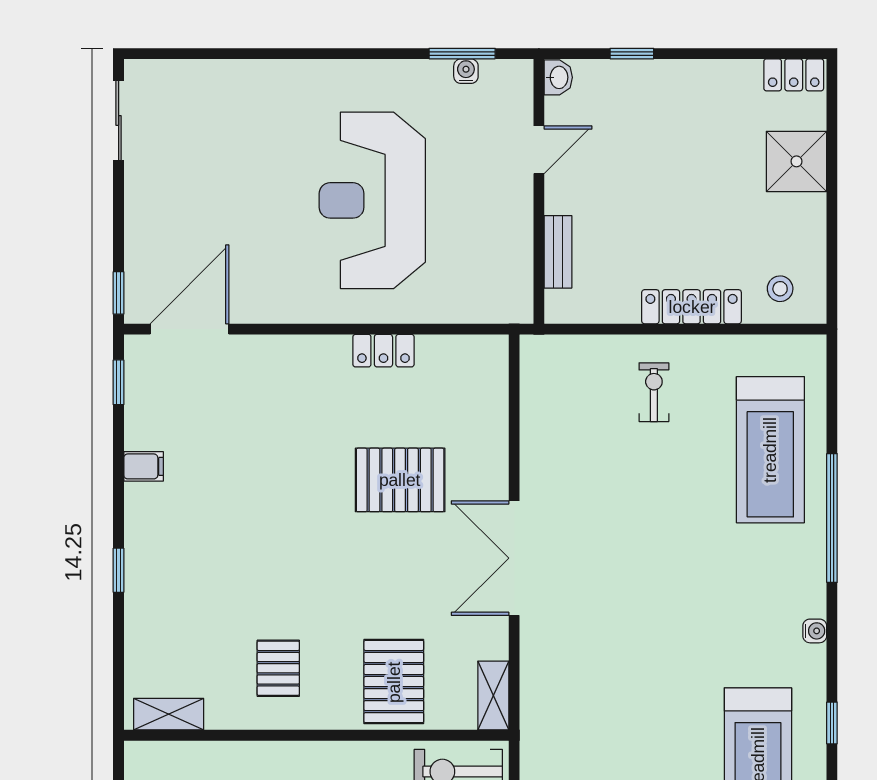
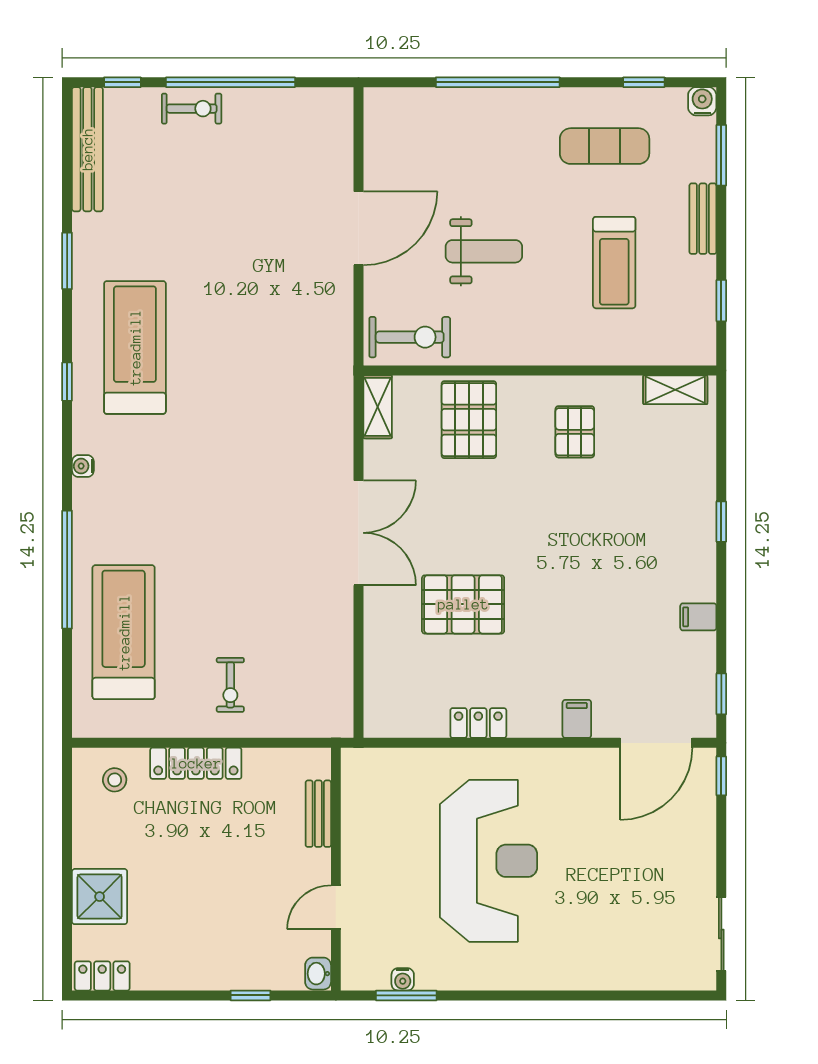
filing cabinet: (276, 355) -> (577, 719), added

